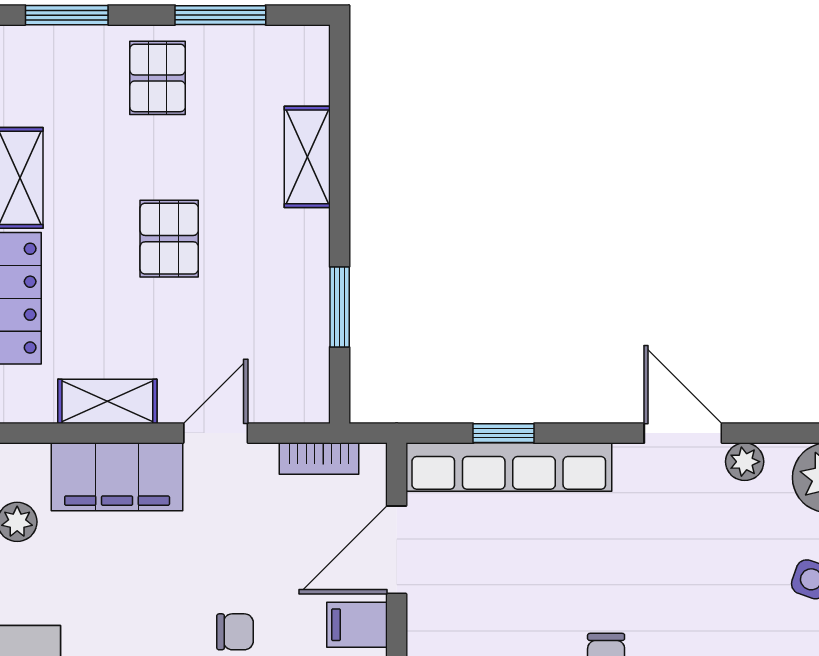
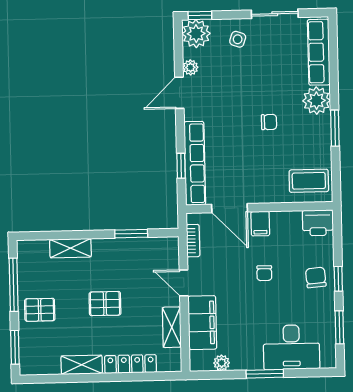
window: (220, 15) -> (14, 285), width x1.44
chair: (235, 632) -> (264, 273), turned 180

